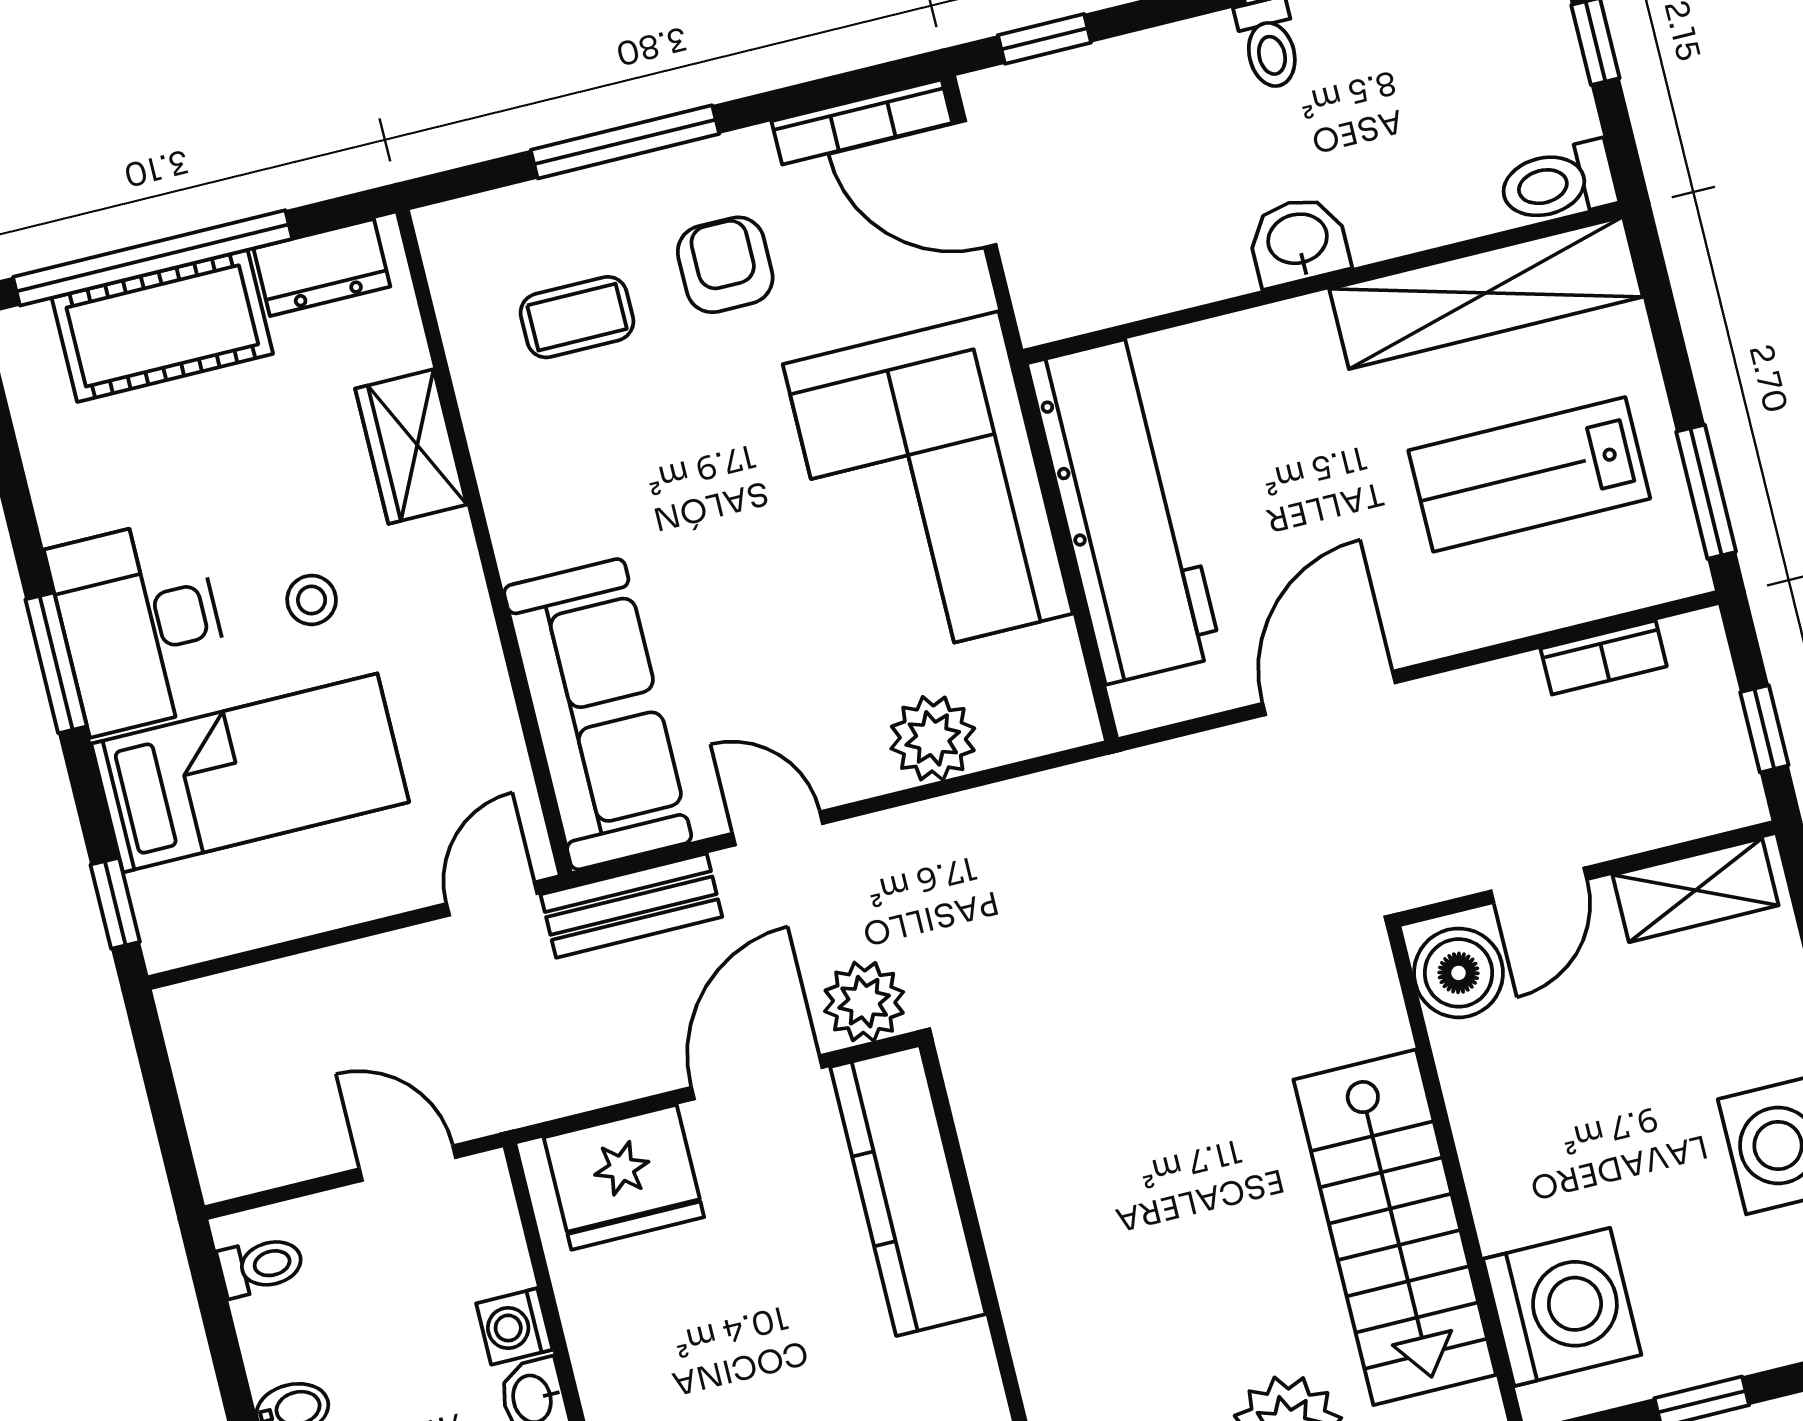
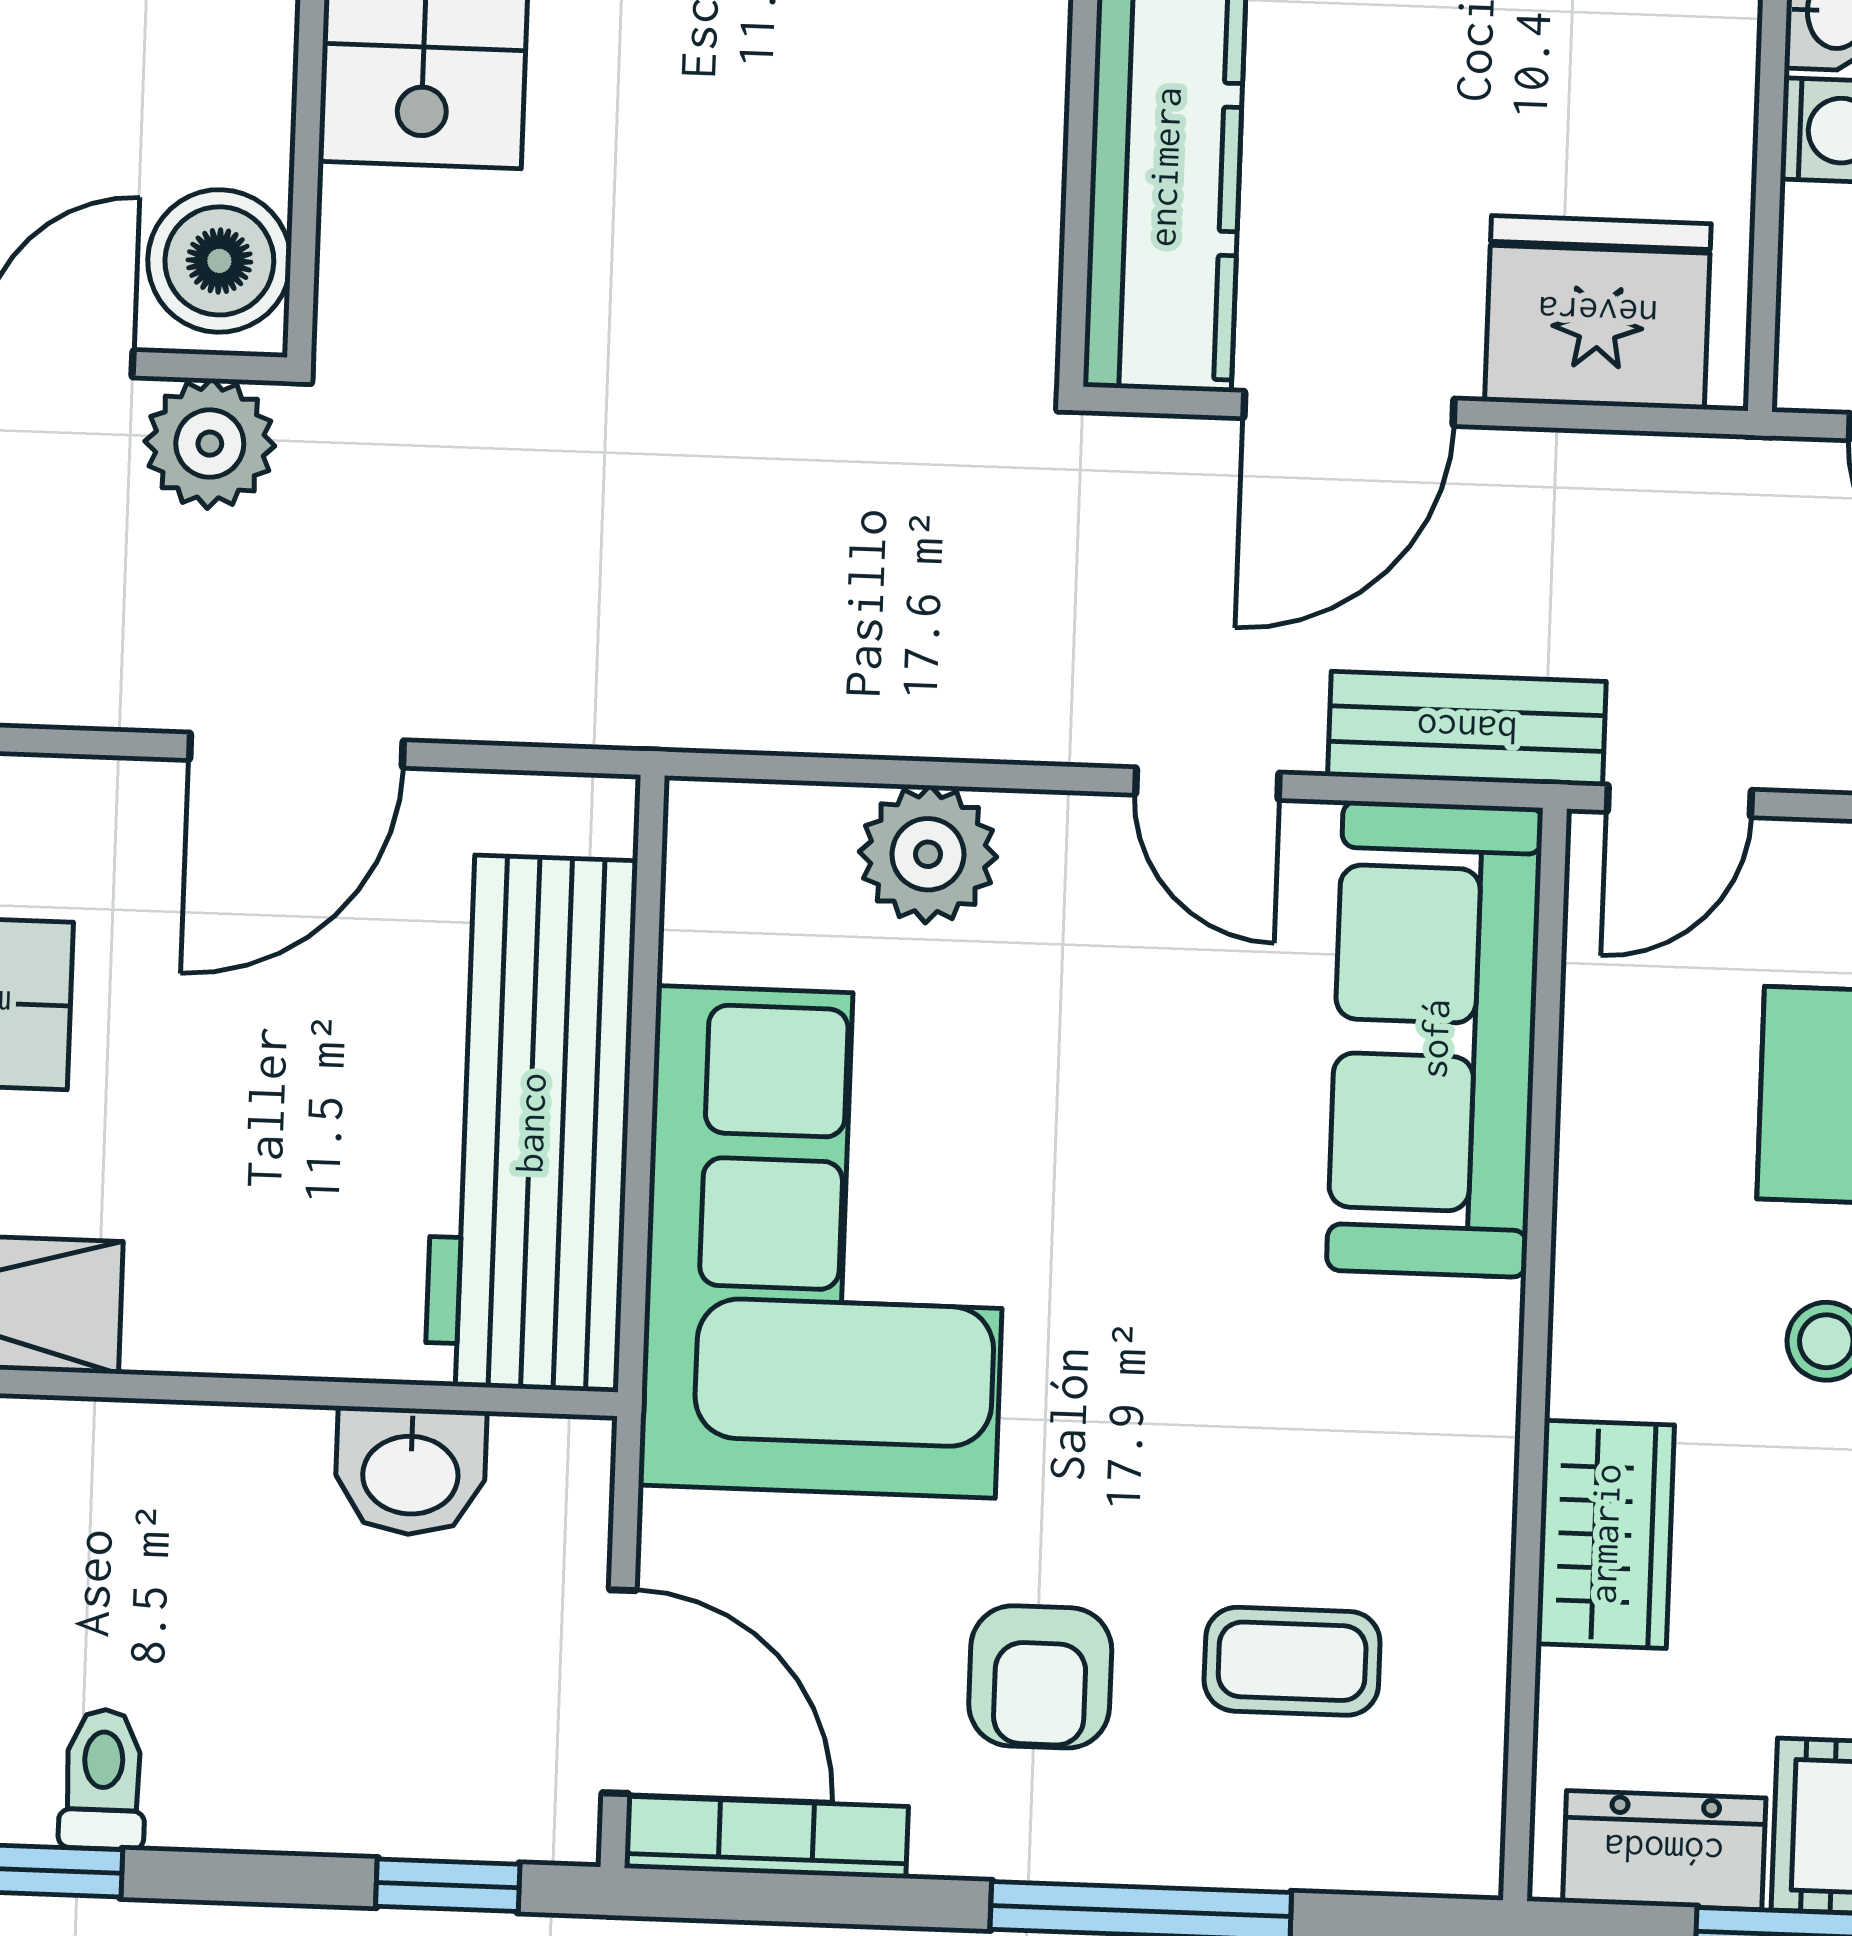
washbasin: (1298, 241) -> (411, 1471), moved
plant: (864, 1002) -> (210, 444), moved

